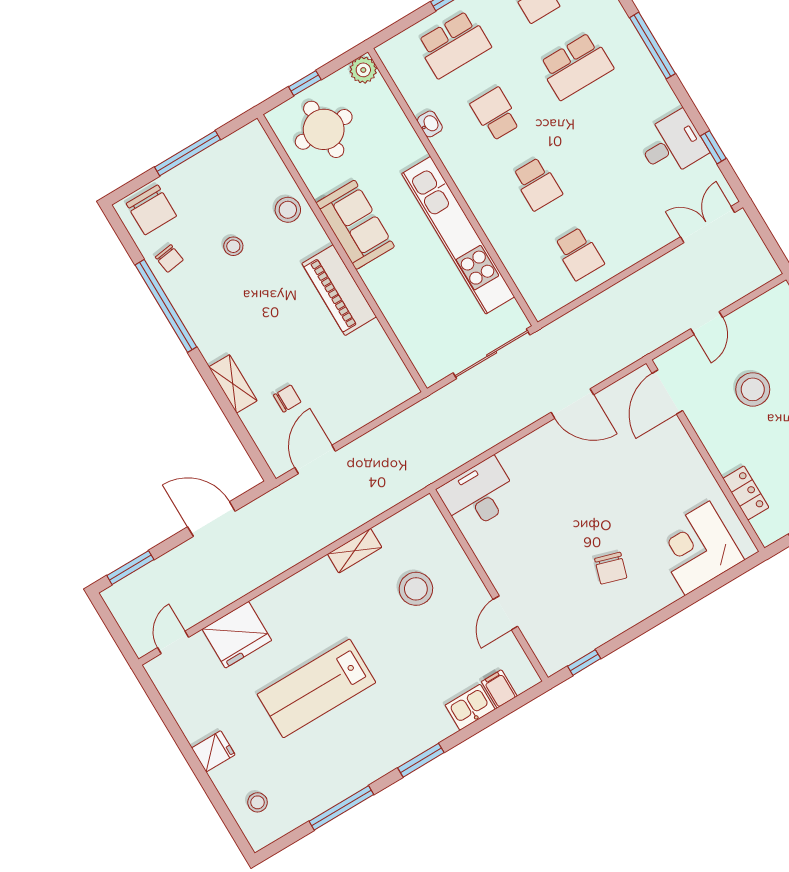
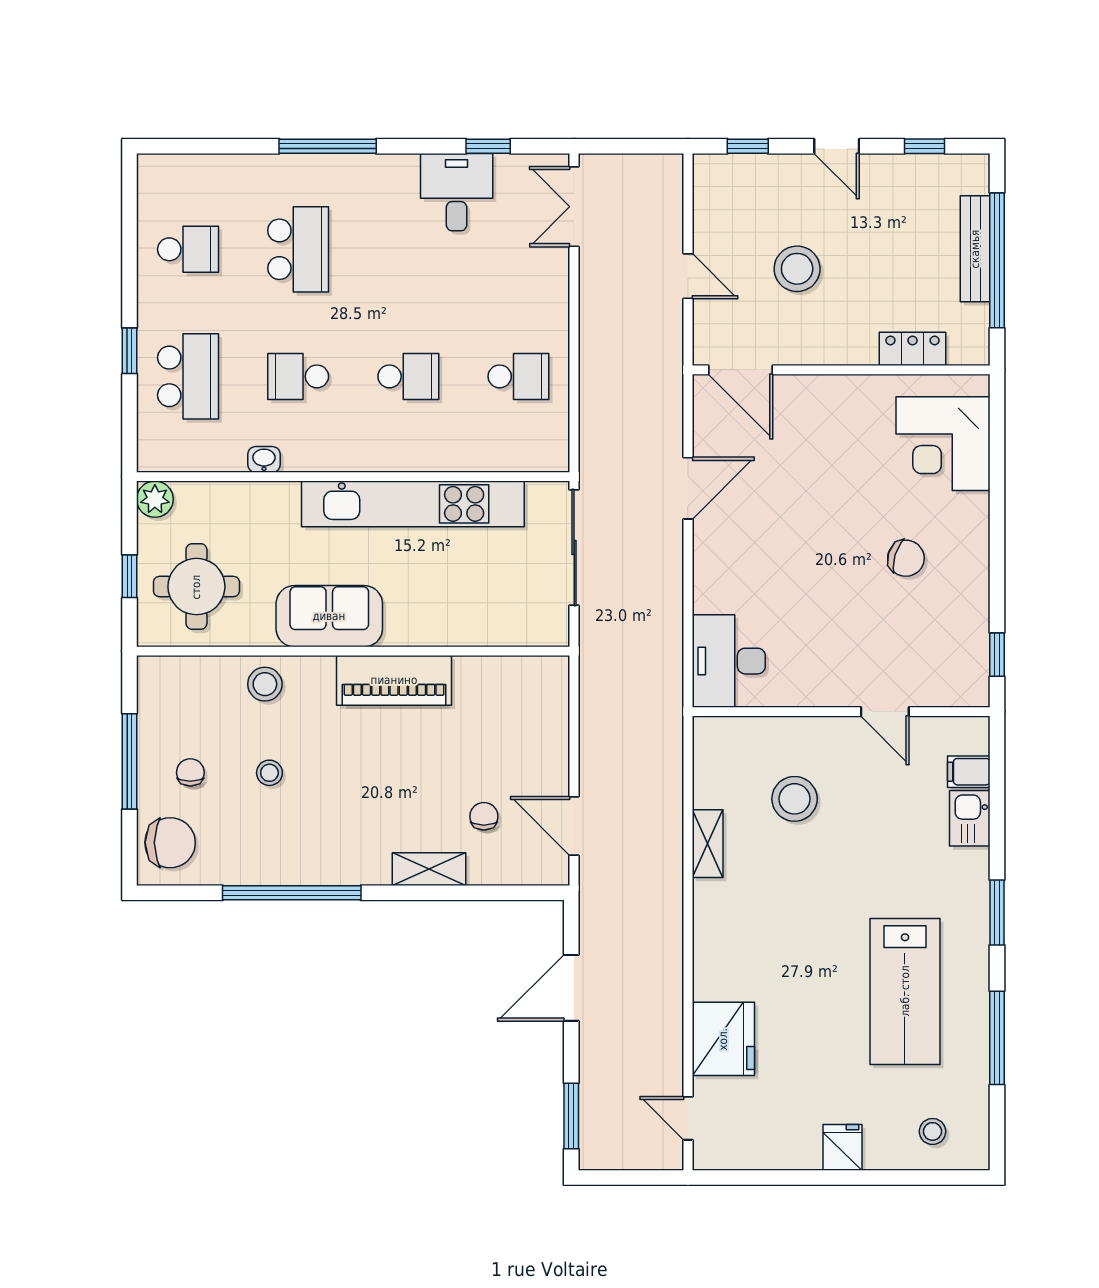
chair: (169, 258) -> (190, 772), moved, turned -82
lab bench: (316, 688) -> (905, 991), moved

